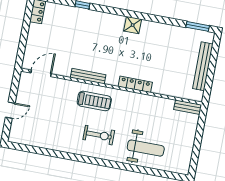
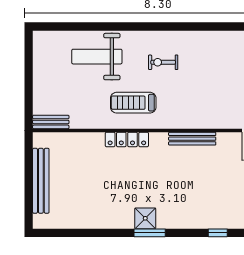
window: (198, 26) -> (150, 233), moved
treadmill: (94, 101) -> (133, 103), moved
exercise bike: (99, 135) -> (163, 62), width x0.73, depth x0.72

